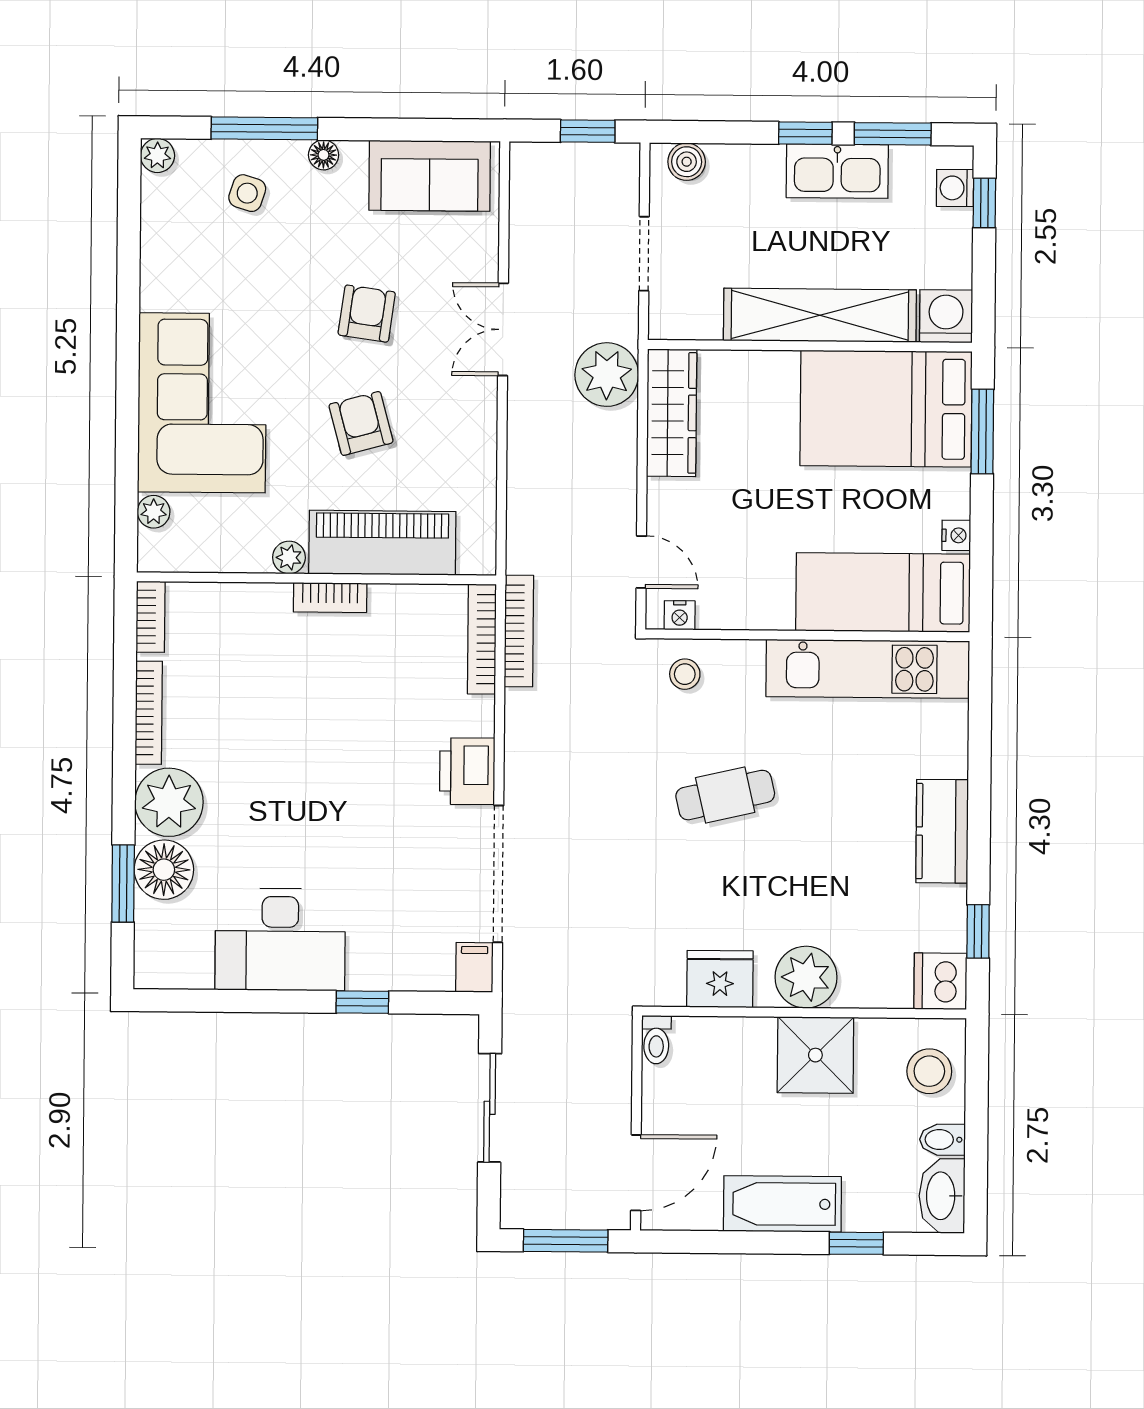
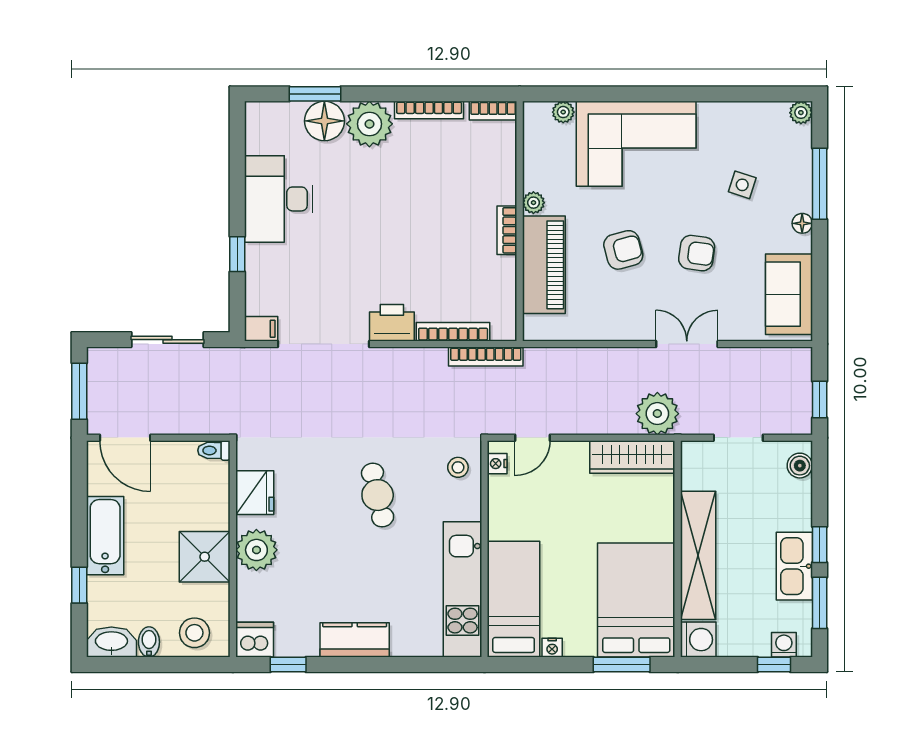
side table: (247, 193) -> (742, 185), moved
bookcase: (482, 639) -> (453, 332), moved

